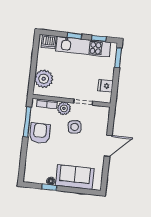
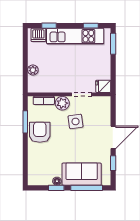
window: (75, 36) -> (49, 26), moved
plant: (44, 79) -> (33, 70), width x0.53, depth x0.53
fridge: (106, 86) -> (103, 86), moved
window: (27, 122) -> (25, 122), width x0.69
window: (106, 170) -> (113, 163), added
window: (78, 190) -> (87, 188), added

